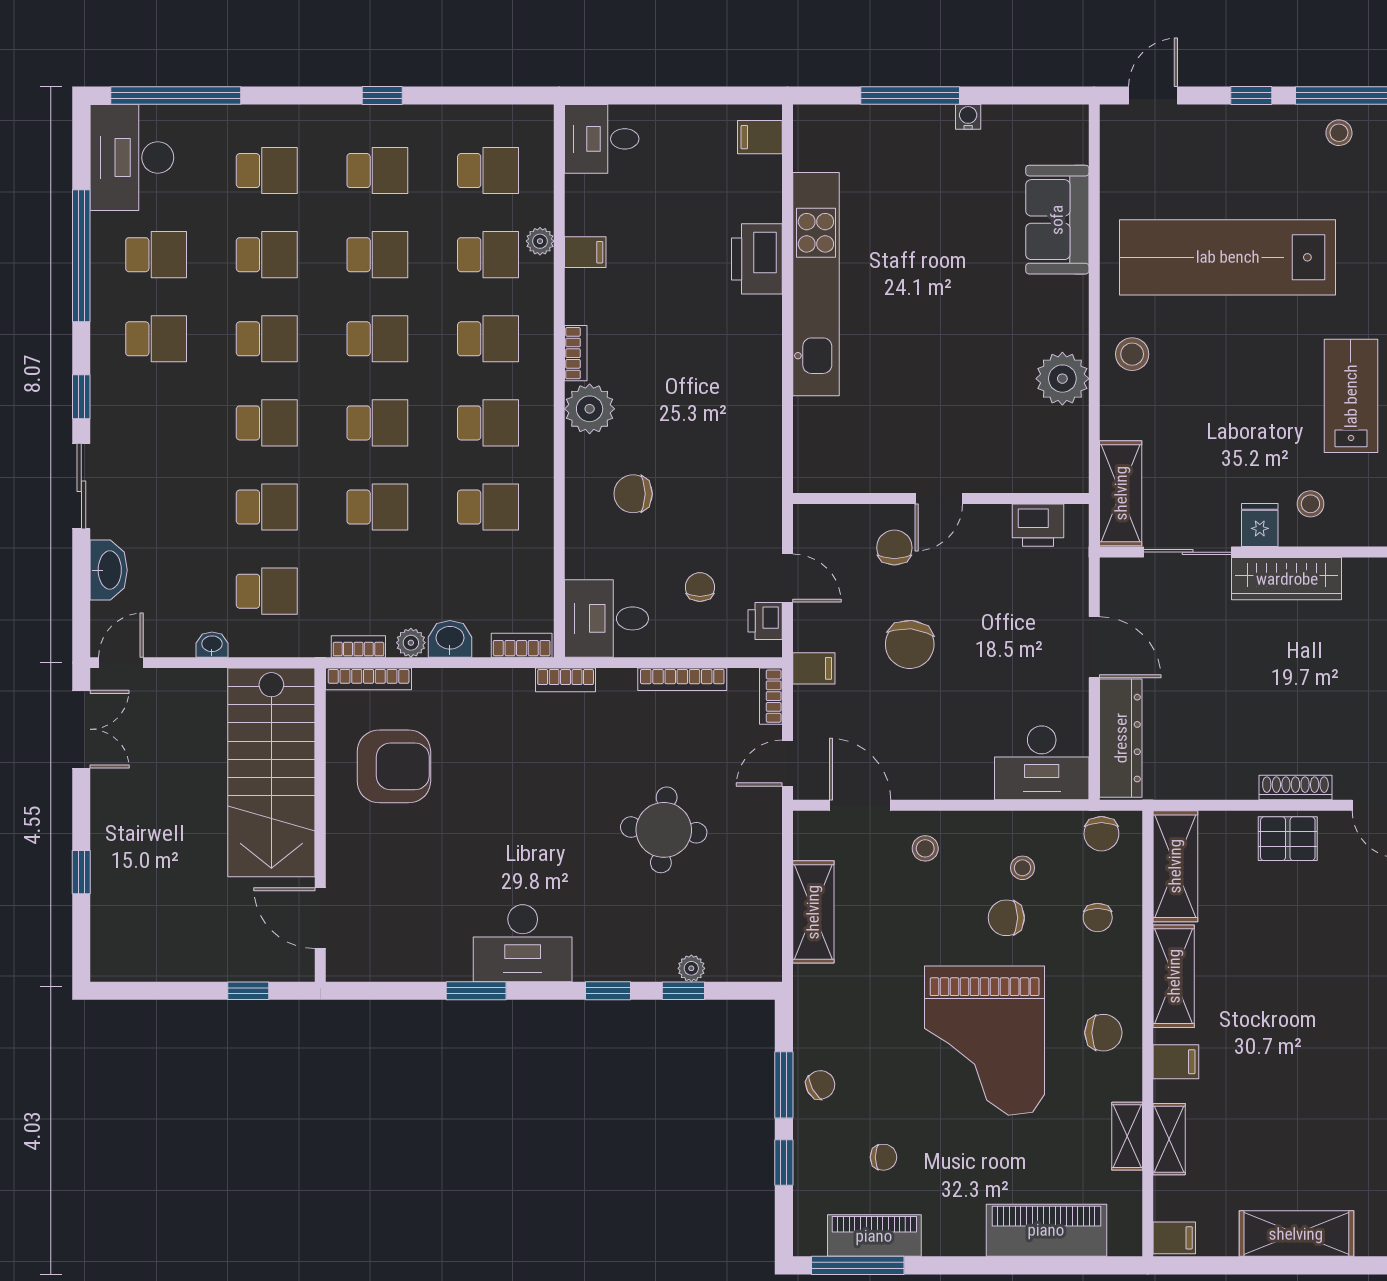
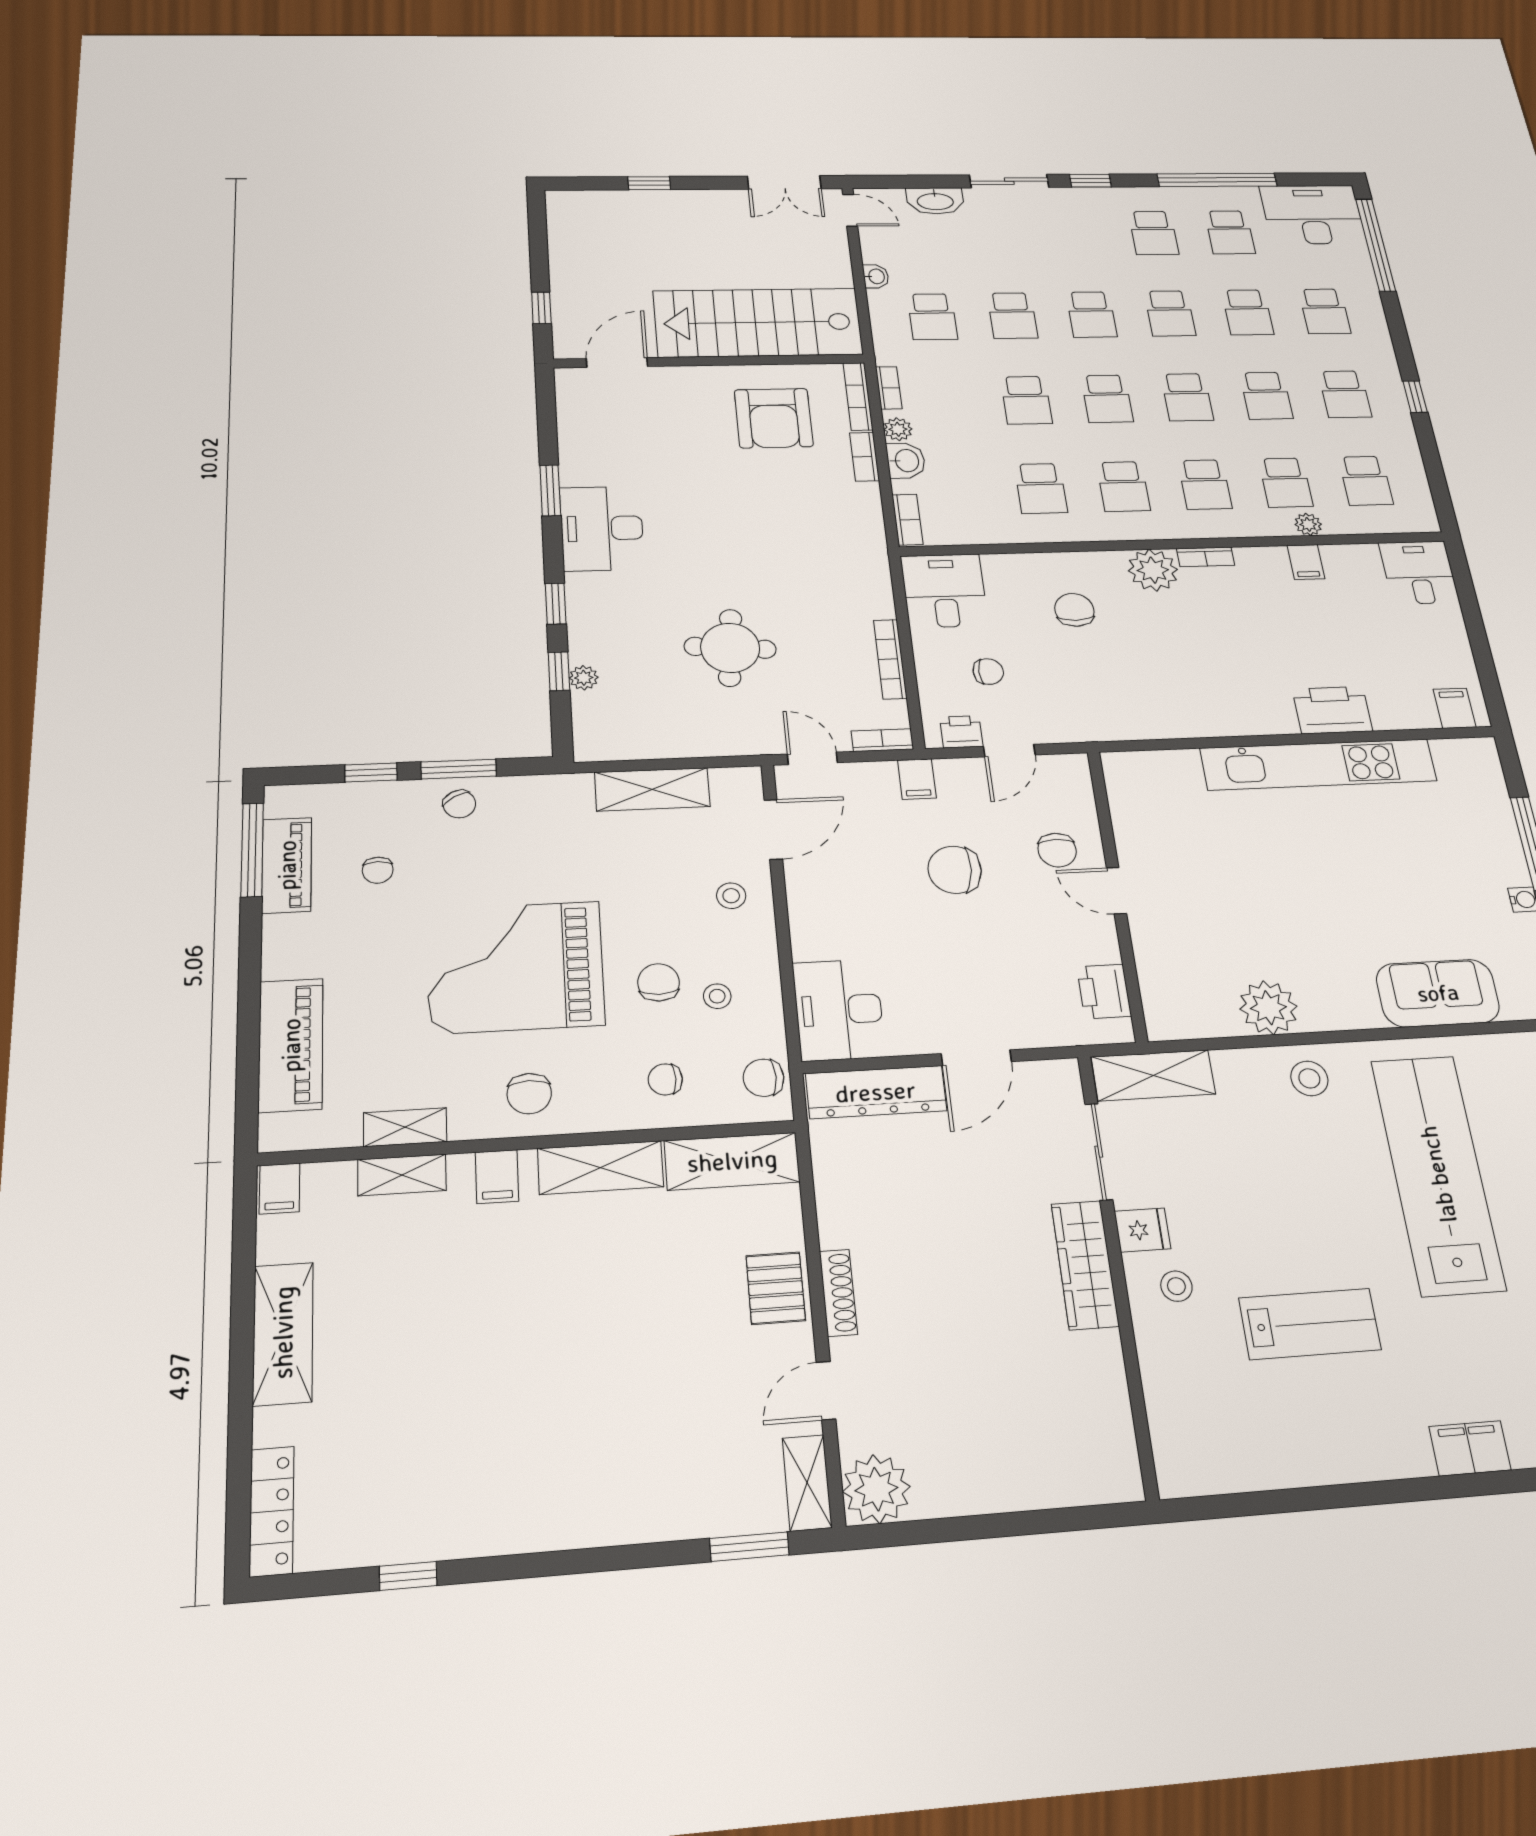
chair: (894, 548) -> (1057, 850), turned 90
bookcase: (566, 680) -> (864, 457), moved

